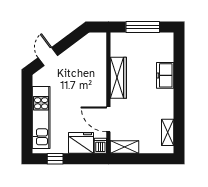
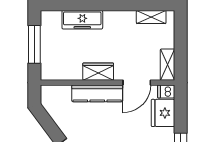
freezer: (165, 75) -> (82, 20), width x1.40
wardrobe: (118, 78) -> (98, 72), width x0.67
kitchen counter: (99, 84) -> (97, 93), added

